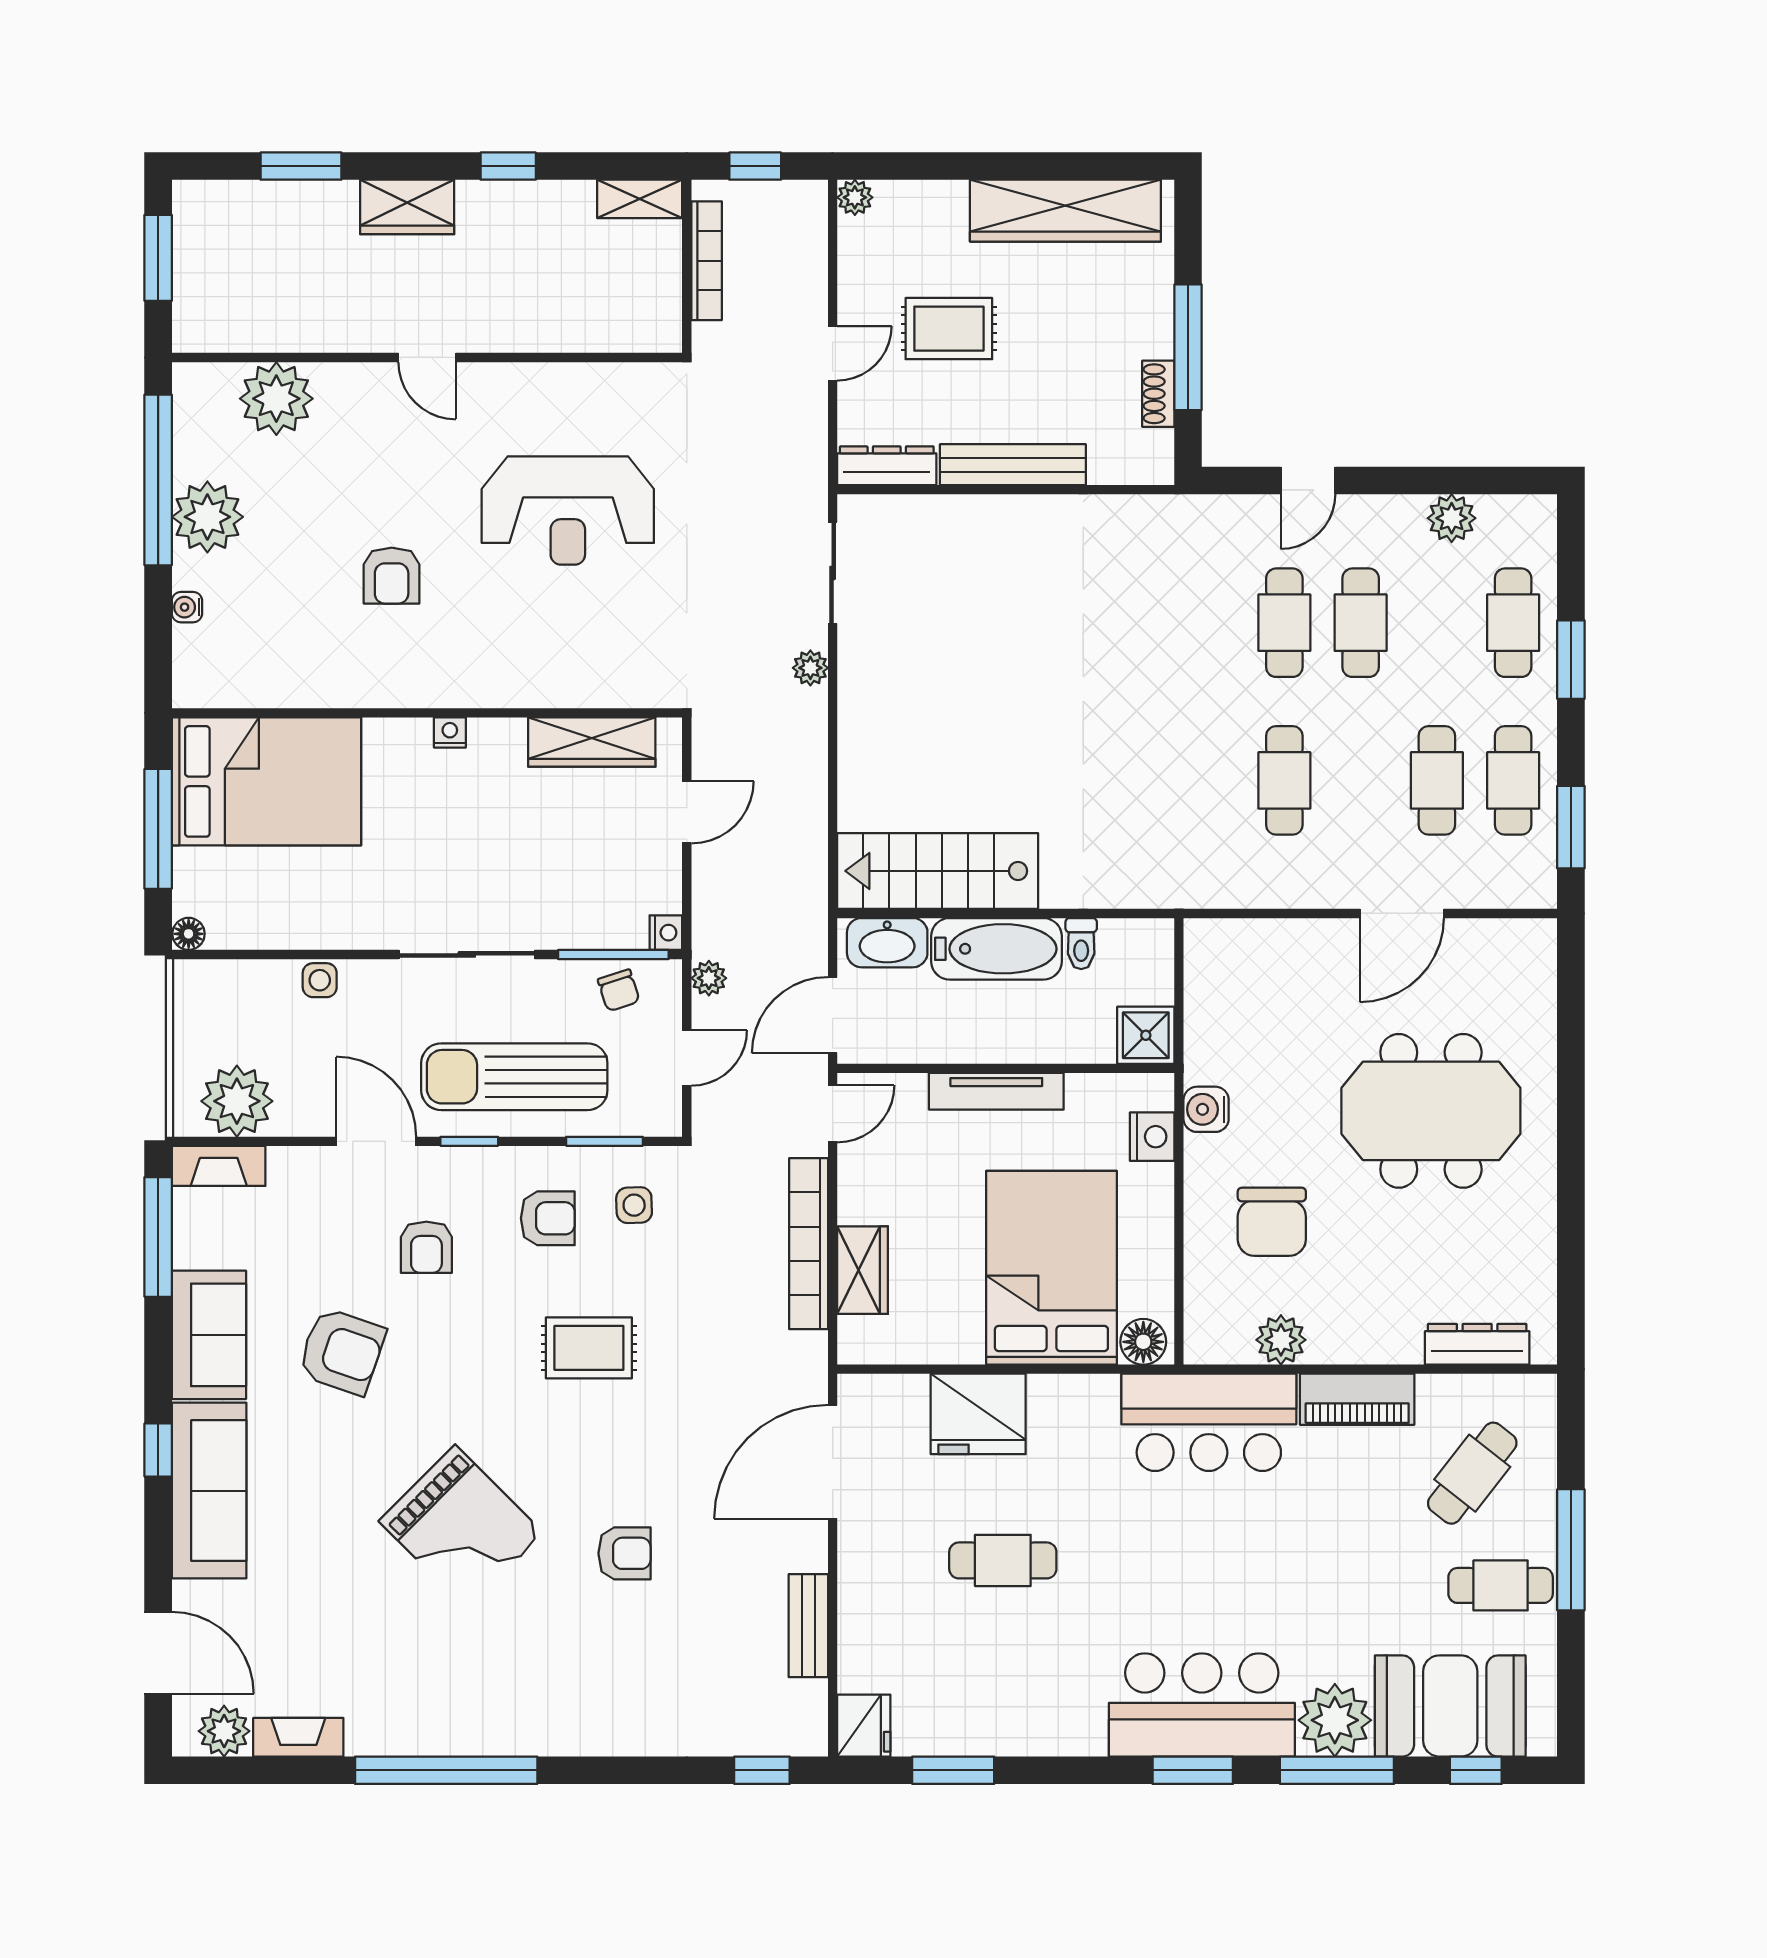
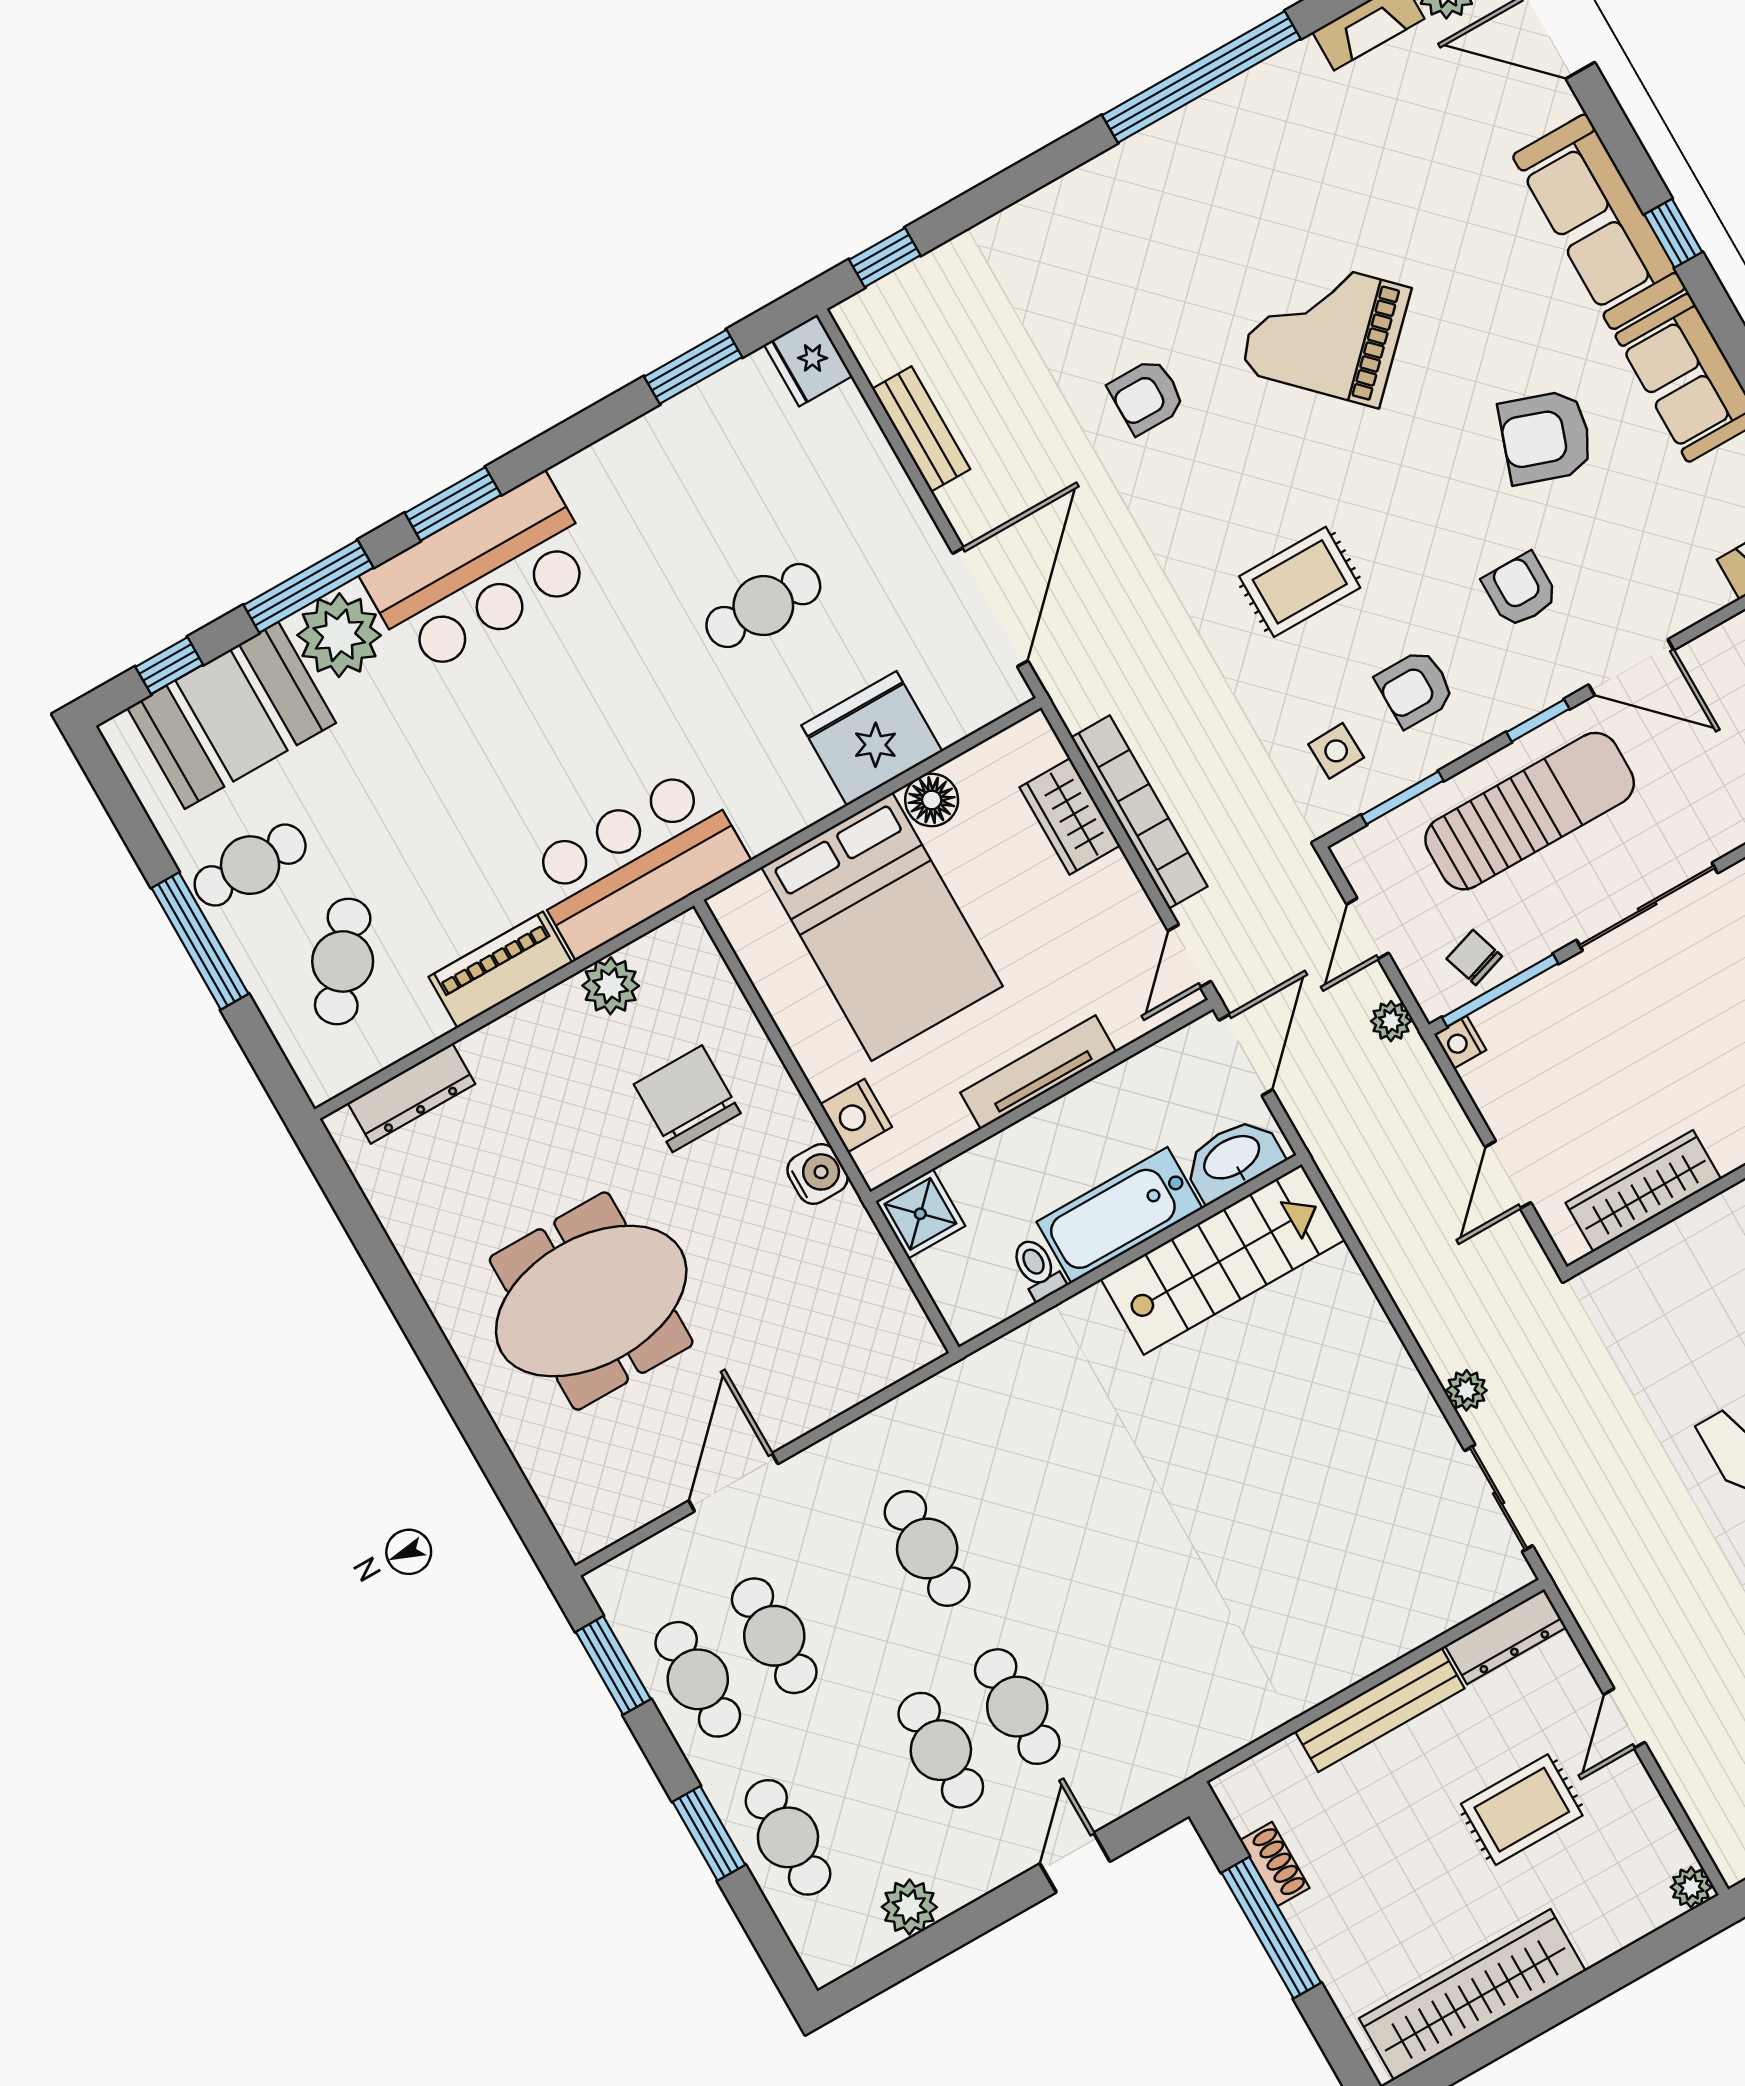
floor lamp: (1143, 1342) -> (932, 800), moved

